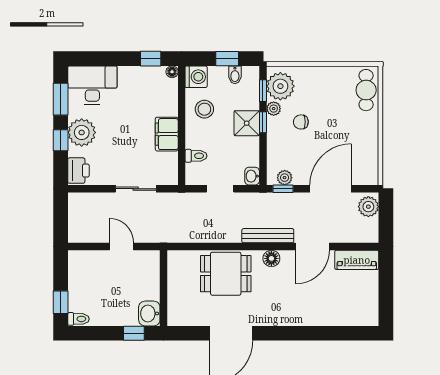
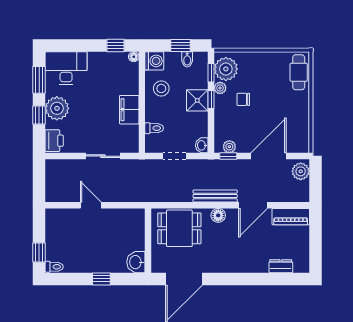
wall: (164, 288) -> (148, 241), moved
washbasin: (149, 313) -> (136, 262), moved
dresser: (345, 318) -> (281, 266), added

